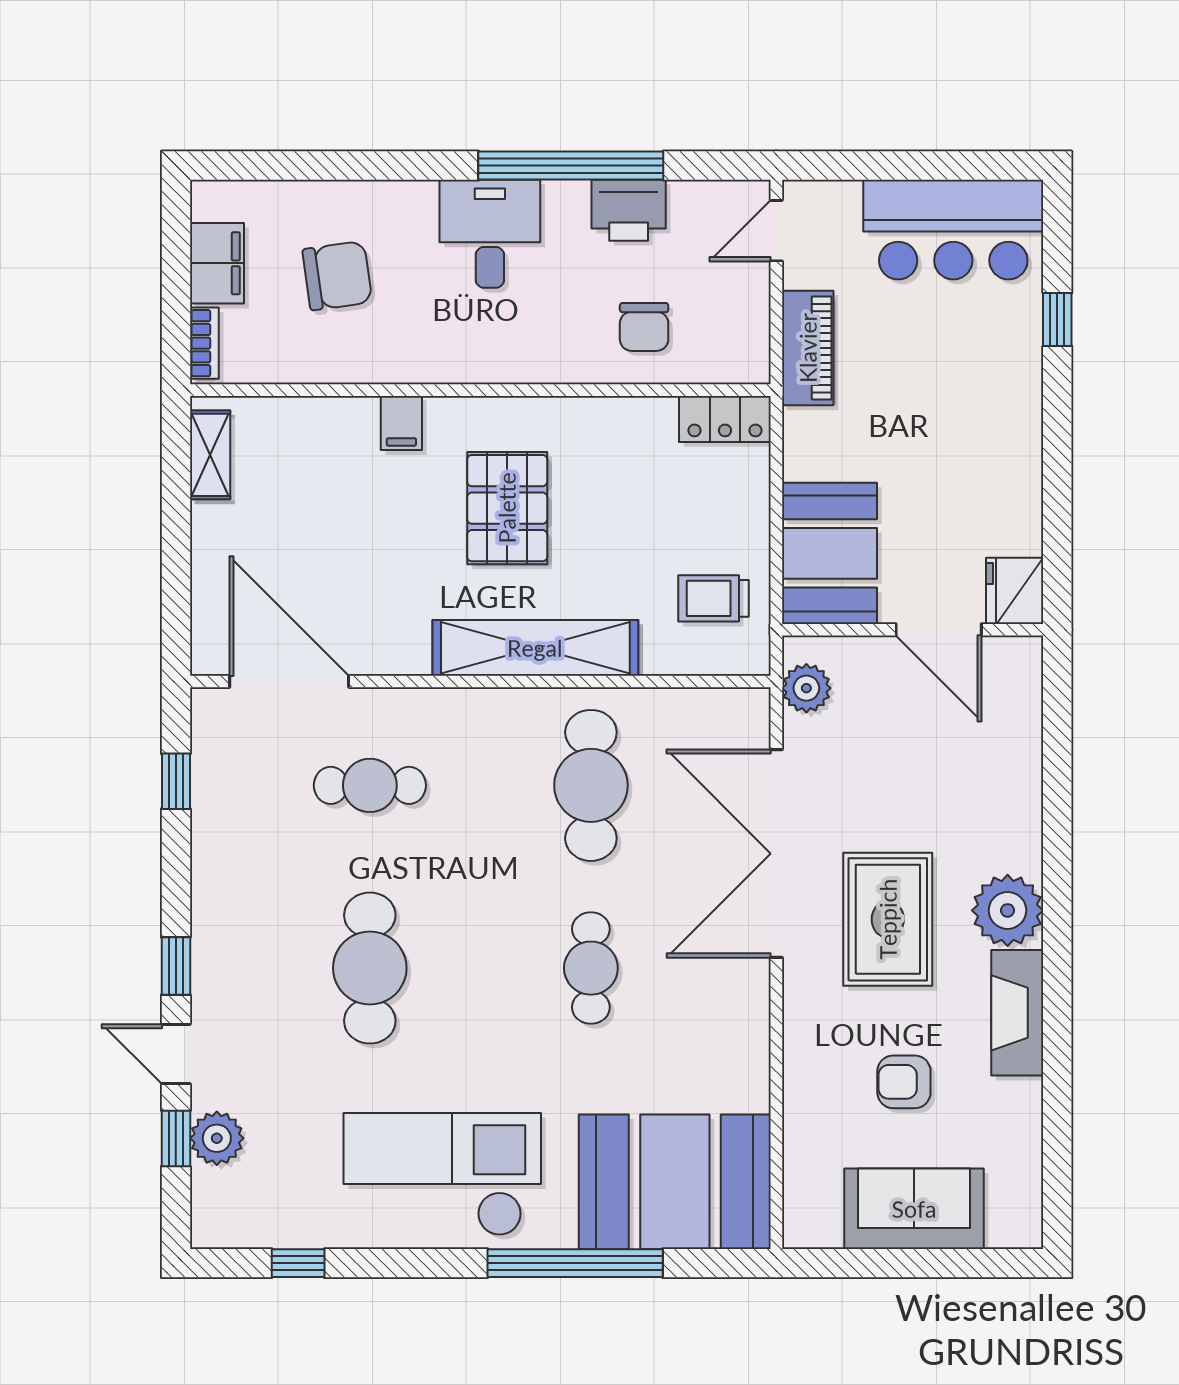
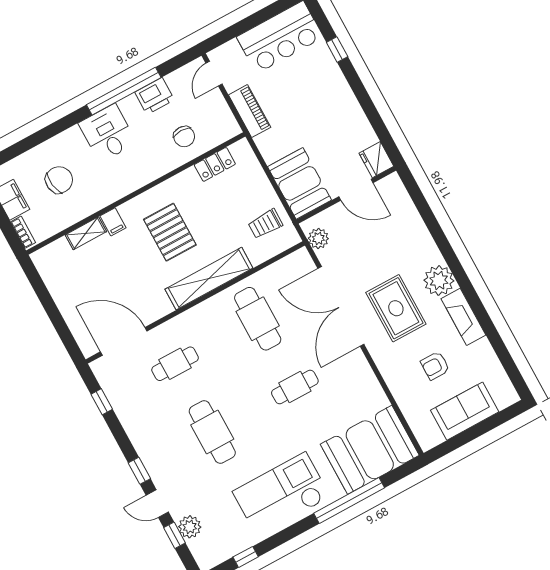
locker: (725, 419) -> (215, 164), moved
shelving: (210, 455) -> (86, 233), moved, turned 90
cafe table: (591, 968) -> (295, 387), turned 90

